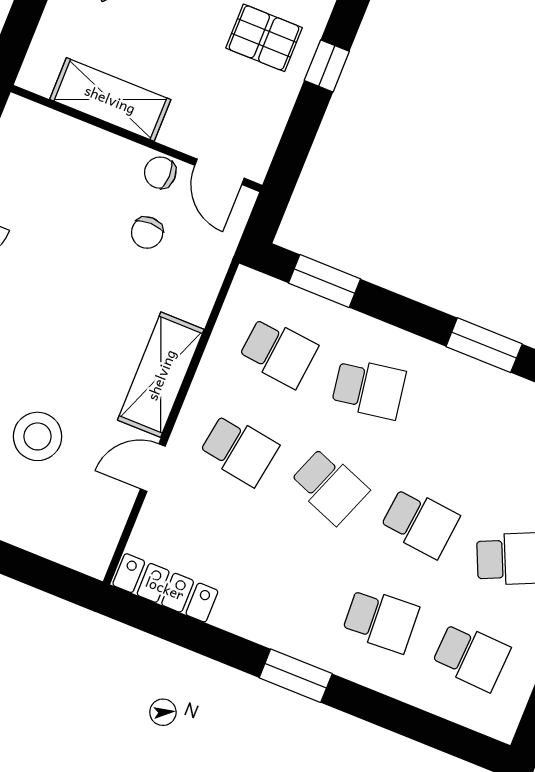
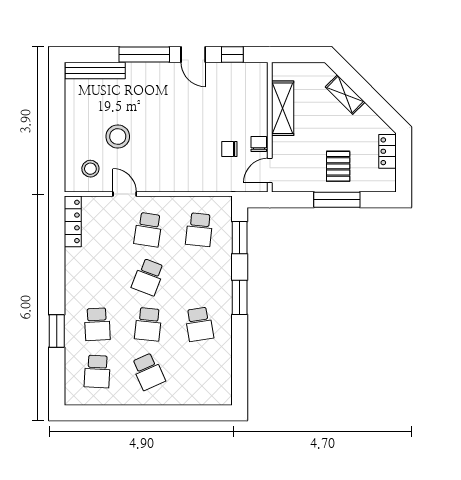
window: (327, 66) -> (337, 200), width x2.17
window: (484, 345) -> (240, 297), moved
shelving: (161, 375) -> (168, 181), removed
school desk: (369, 389) -> (199, 324), moved
stool: (78, 513) -> (90, 169), added
window: (296, 676) -> (57, 331), moved

